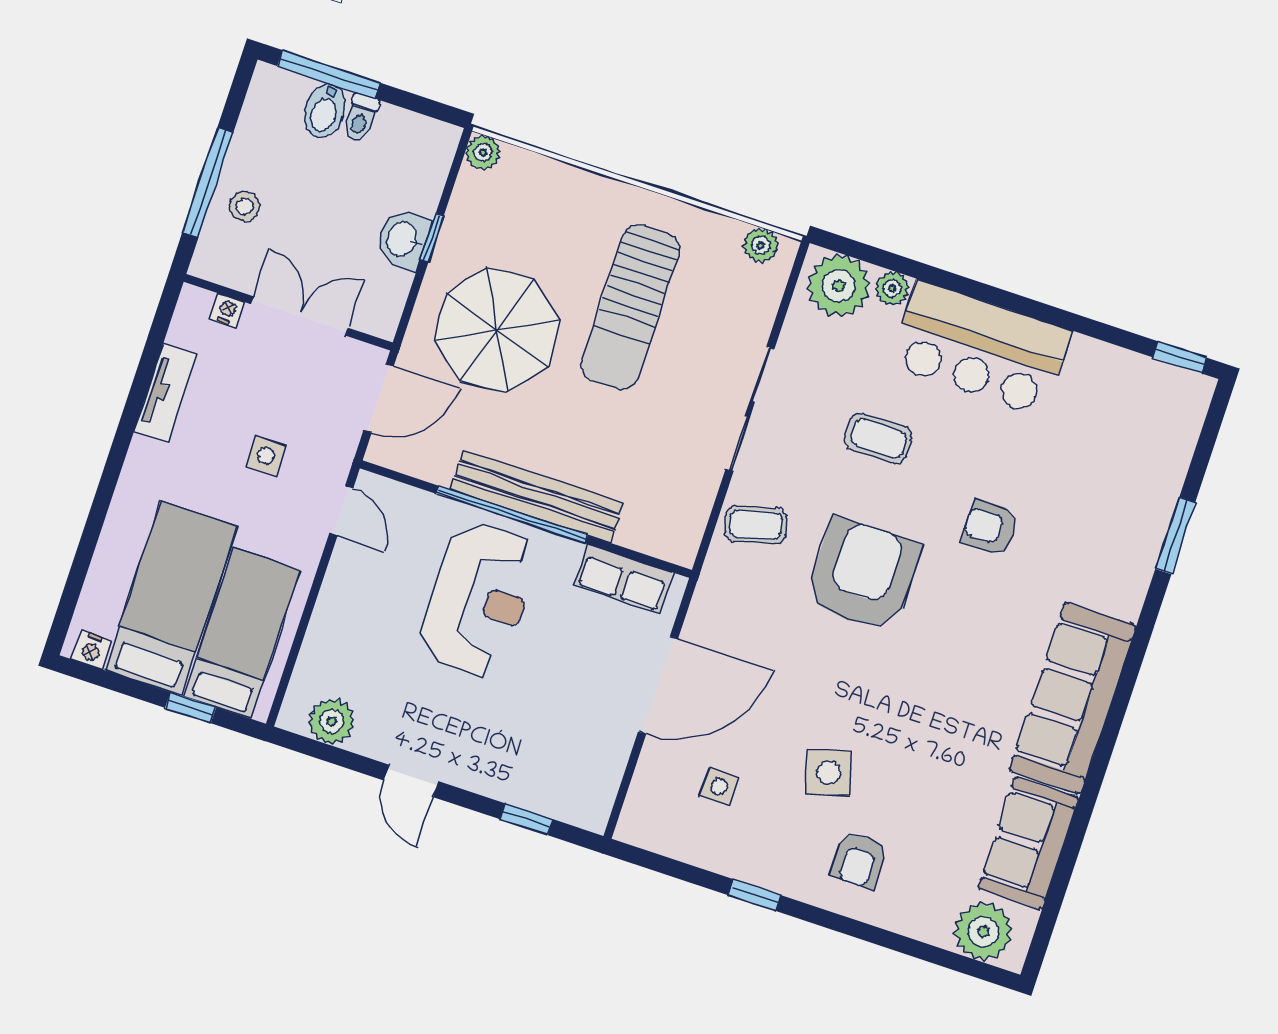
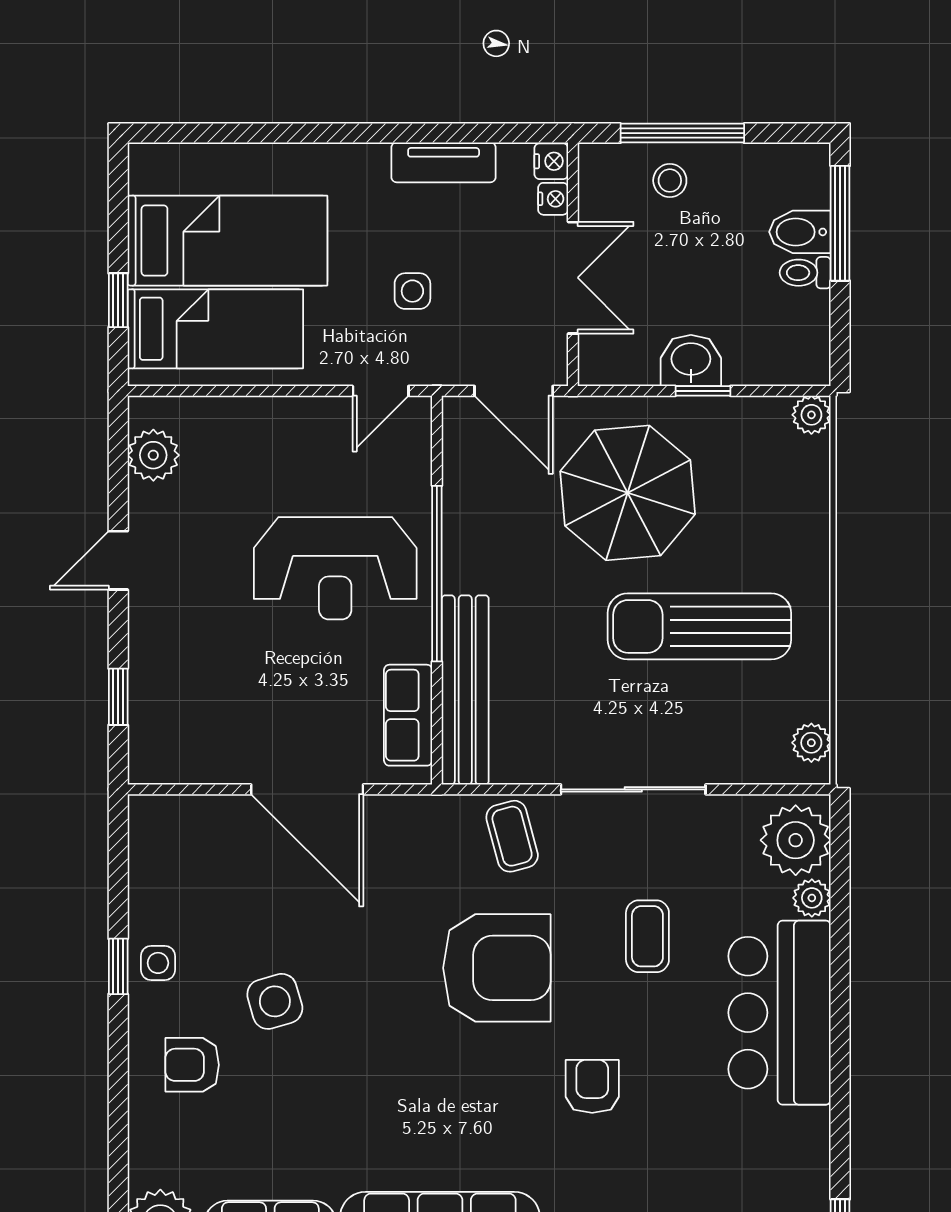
bench: (537, 496) -> (465, 690), moved
nightstand: (91, 650) -> (551, 161), moved, turned 180
side table: (719, 787) -> (158, 963), moved

